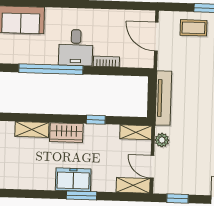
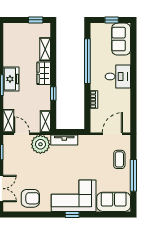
desk: (76, 48) -> (118, 76), moved, turned 180
tv unit: (163, 98) -> (64, 140), width x0.71
plant: (162, 140) -> (40, 144), width x1.88, depth x1.88
door: (152, 167) -> (22, 134), hinge flipped

